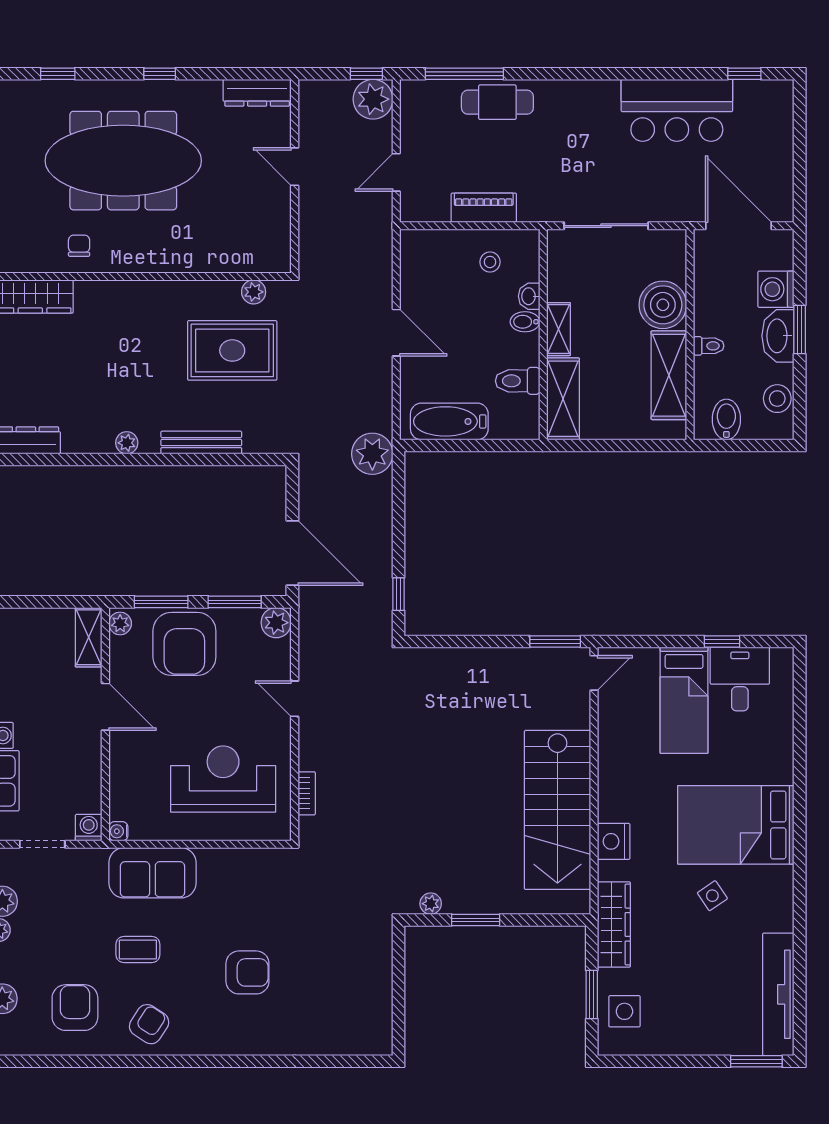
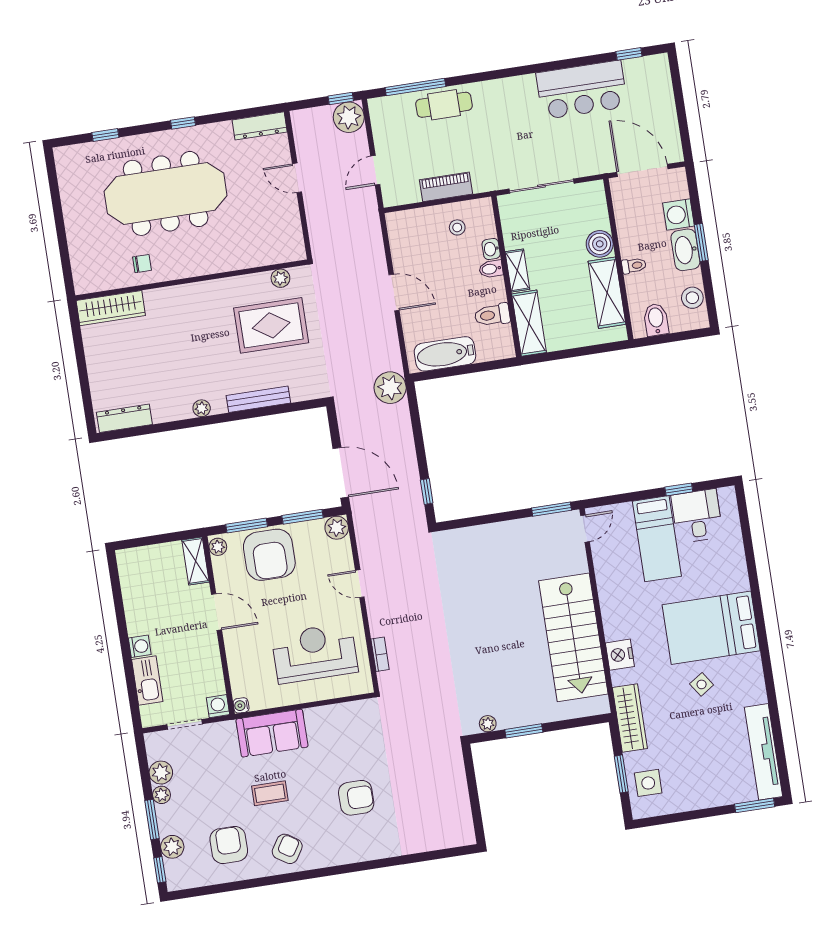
chair: (79, 246) -> (142, 264), turned 90
boiler: (663, 305) -> (600, 244), width x0.73, depth x0.73

